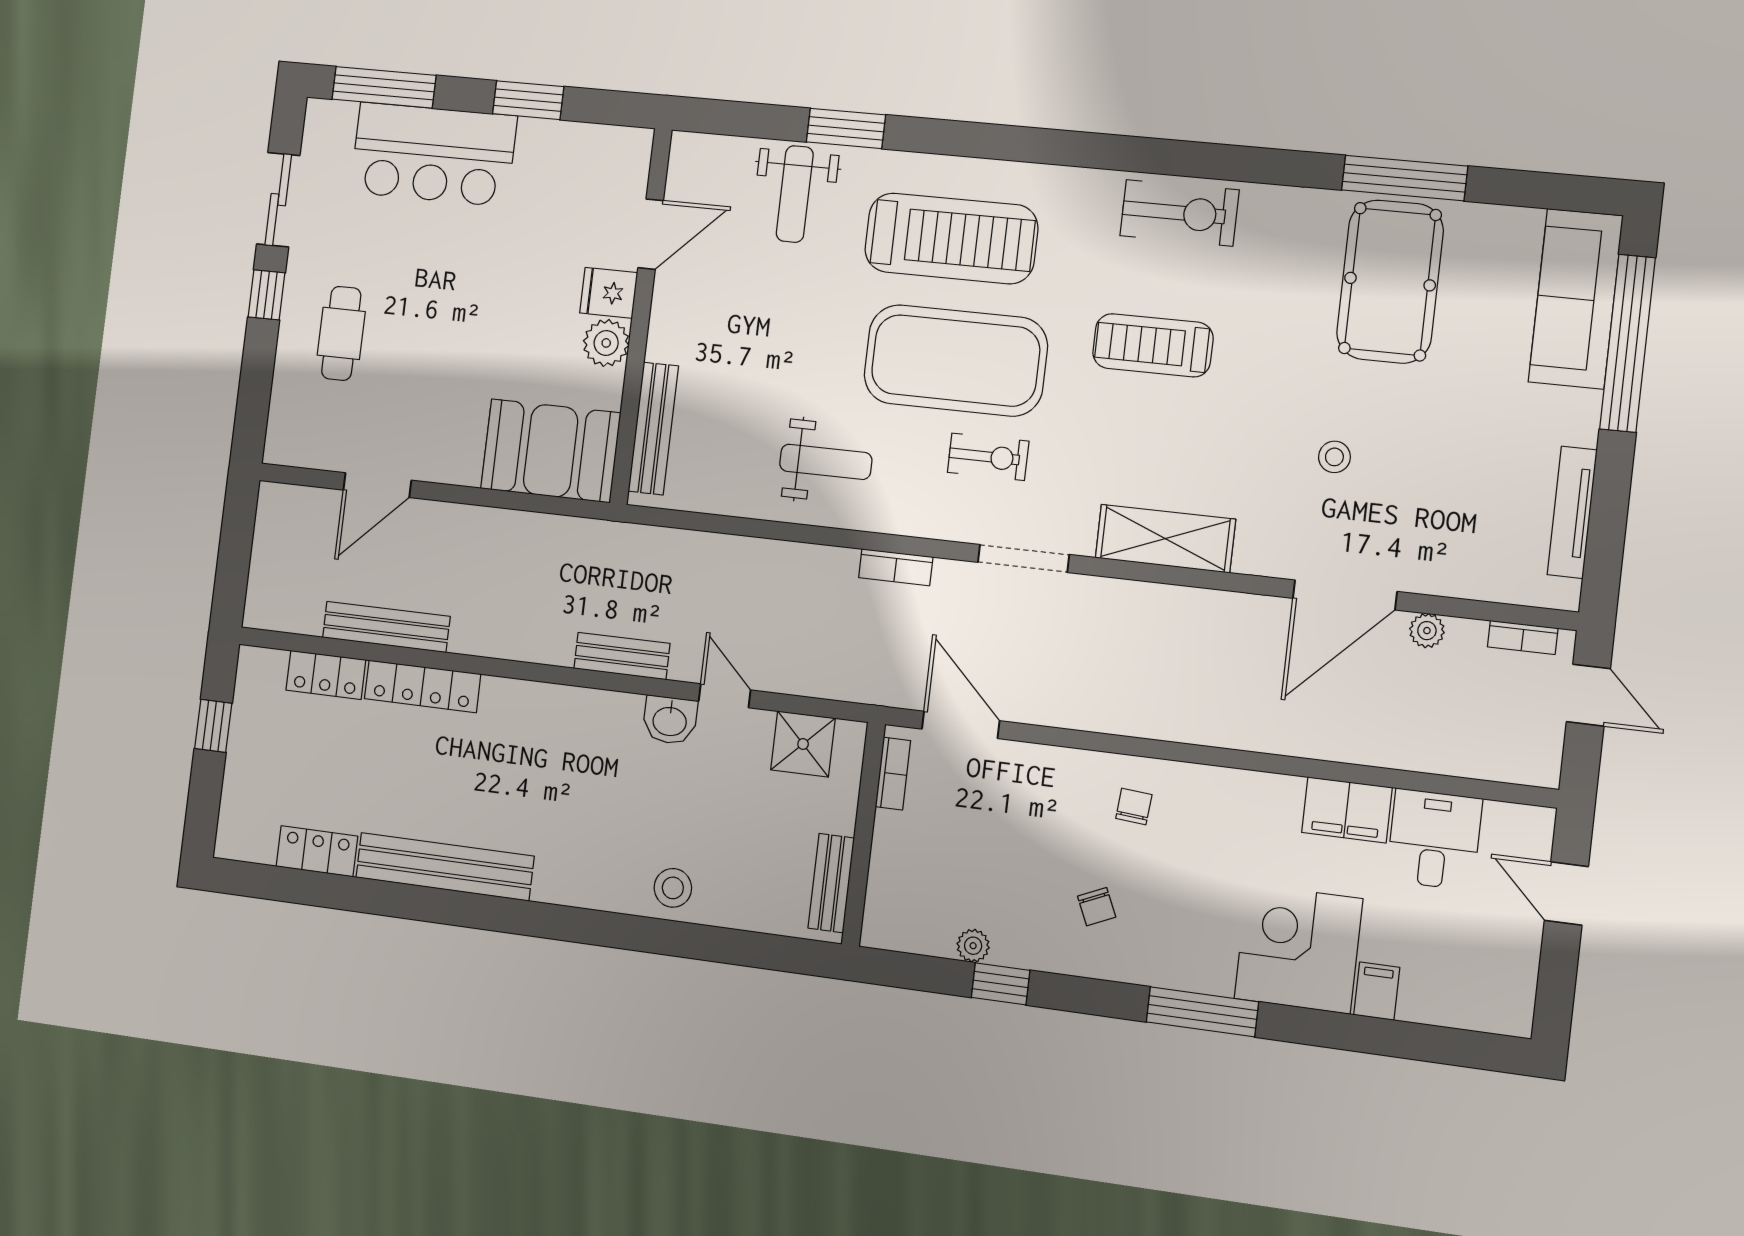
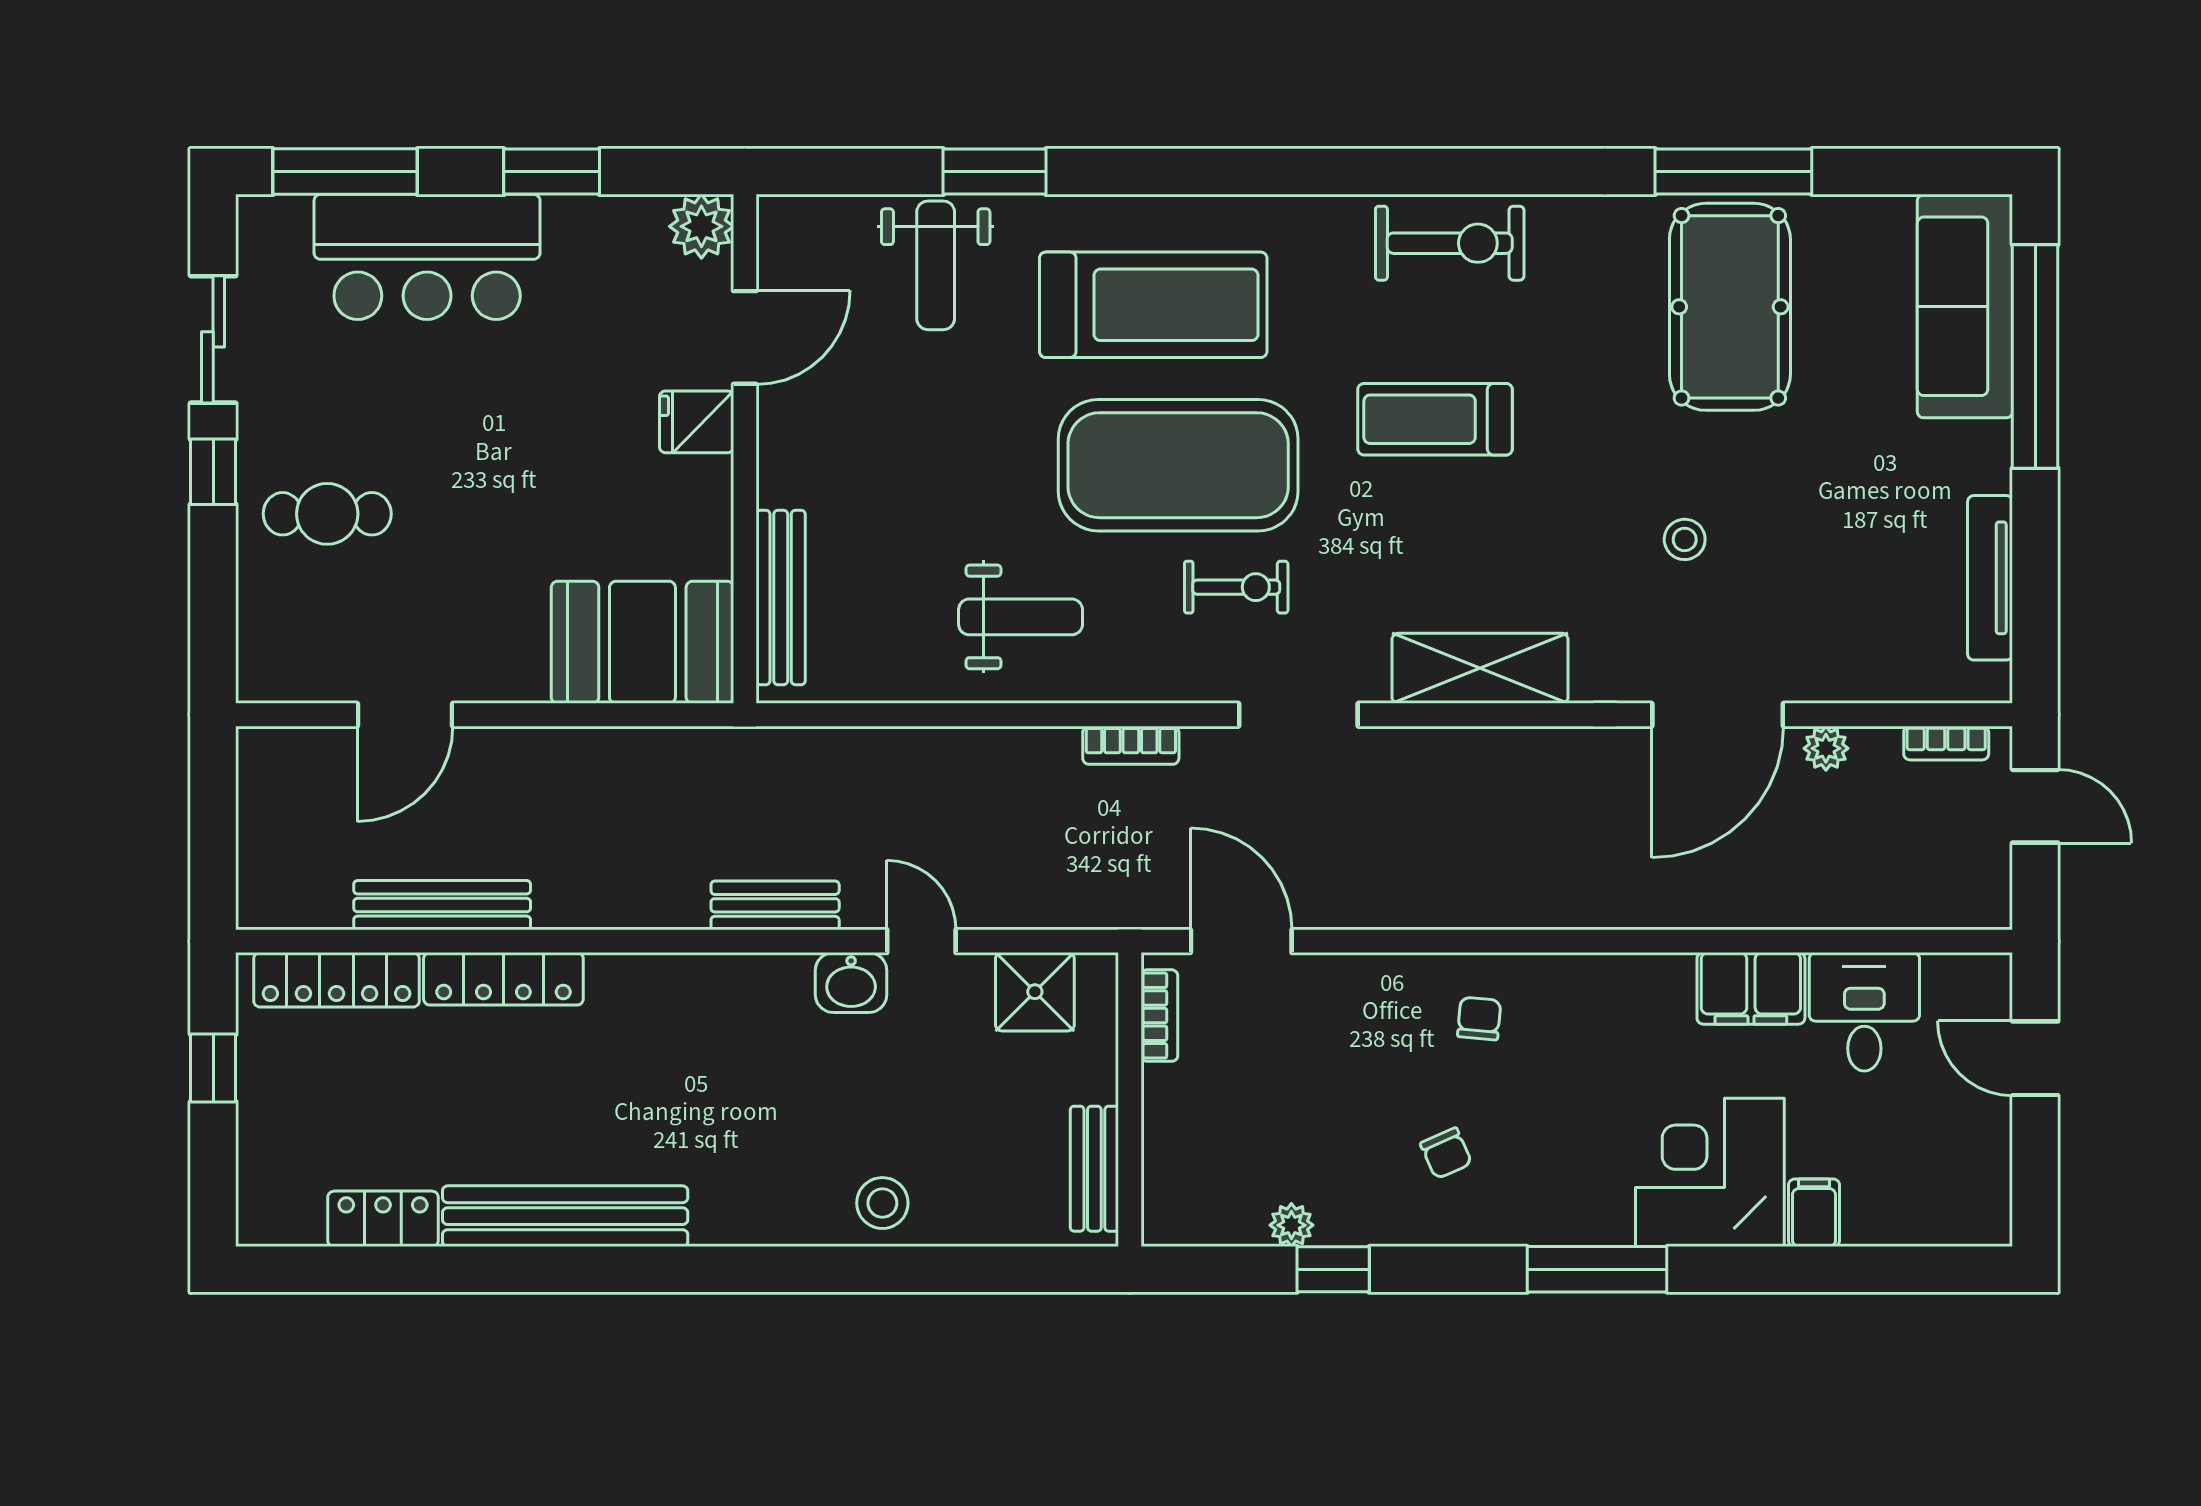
cafe table: (341, 333) -> (327, 514), turned 90
plant: (606, 343) -> (701, 226), moved
locker: (326, 675) -> (337, 980), width x1.53

